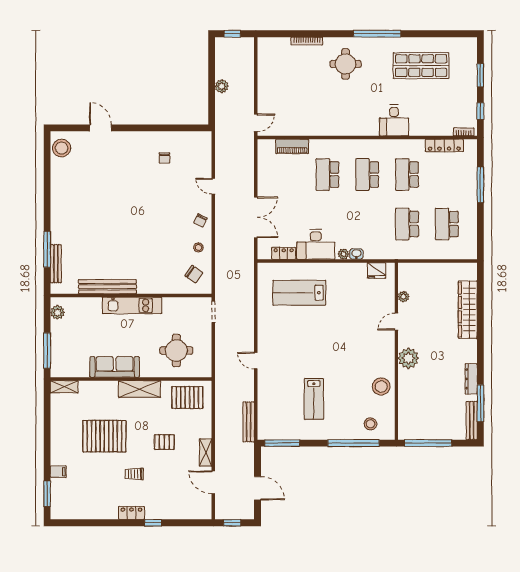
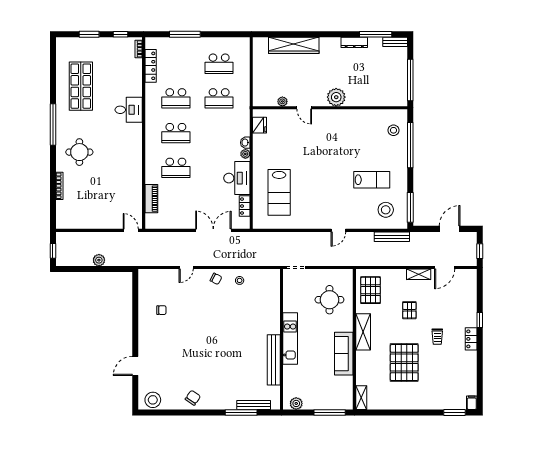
chair: (194, 274) -> (193, 398), moved
stool: (381, 386) -> (386, 210), moved
bench: (472, 421) -> (395, 42), width x0.73
filing cabinet: (58, 472) -> (472, 403), moved

